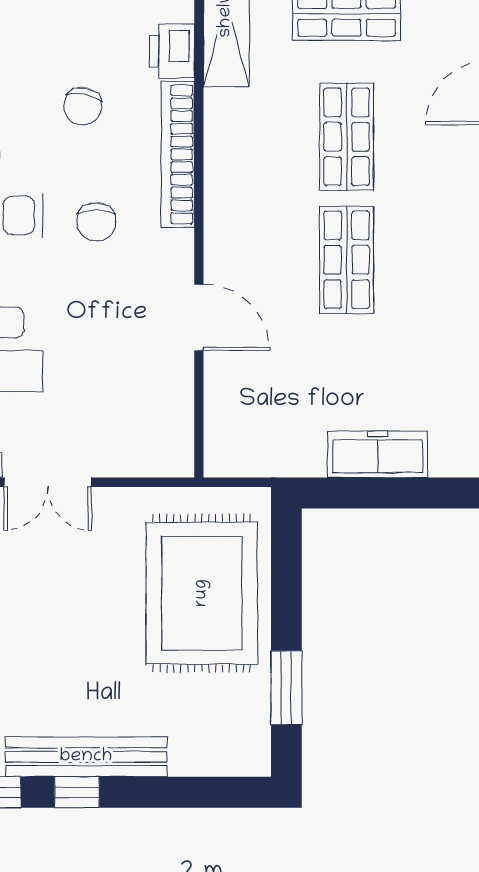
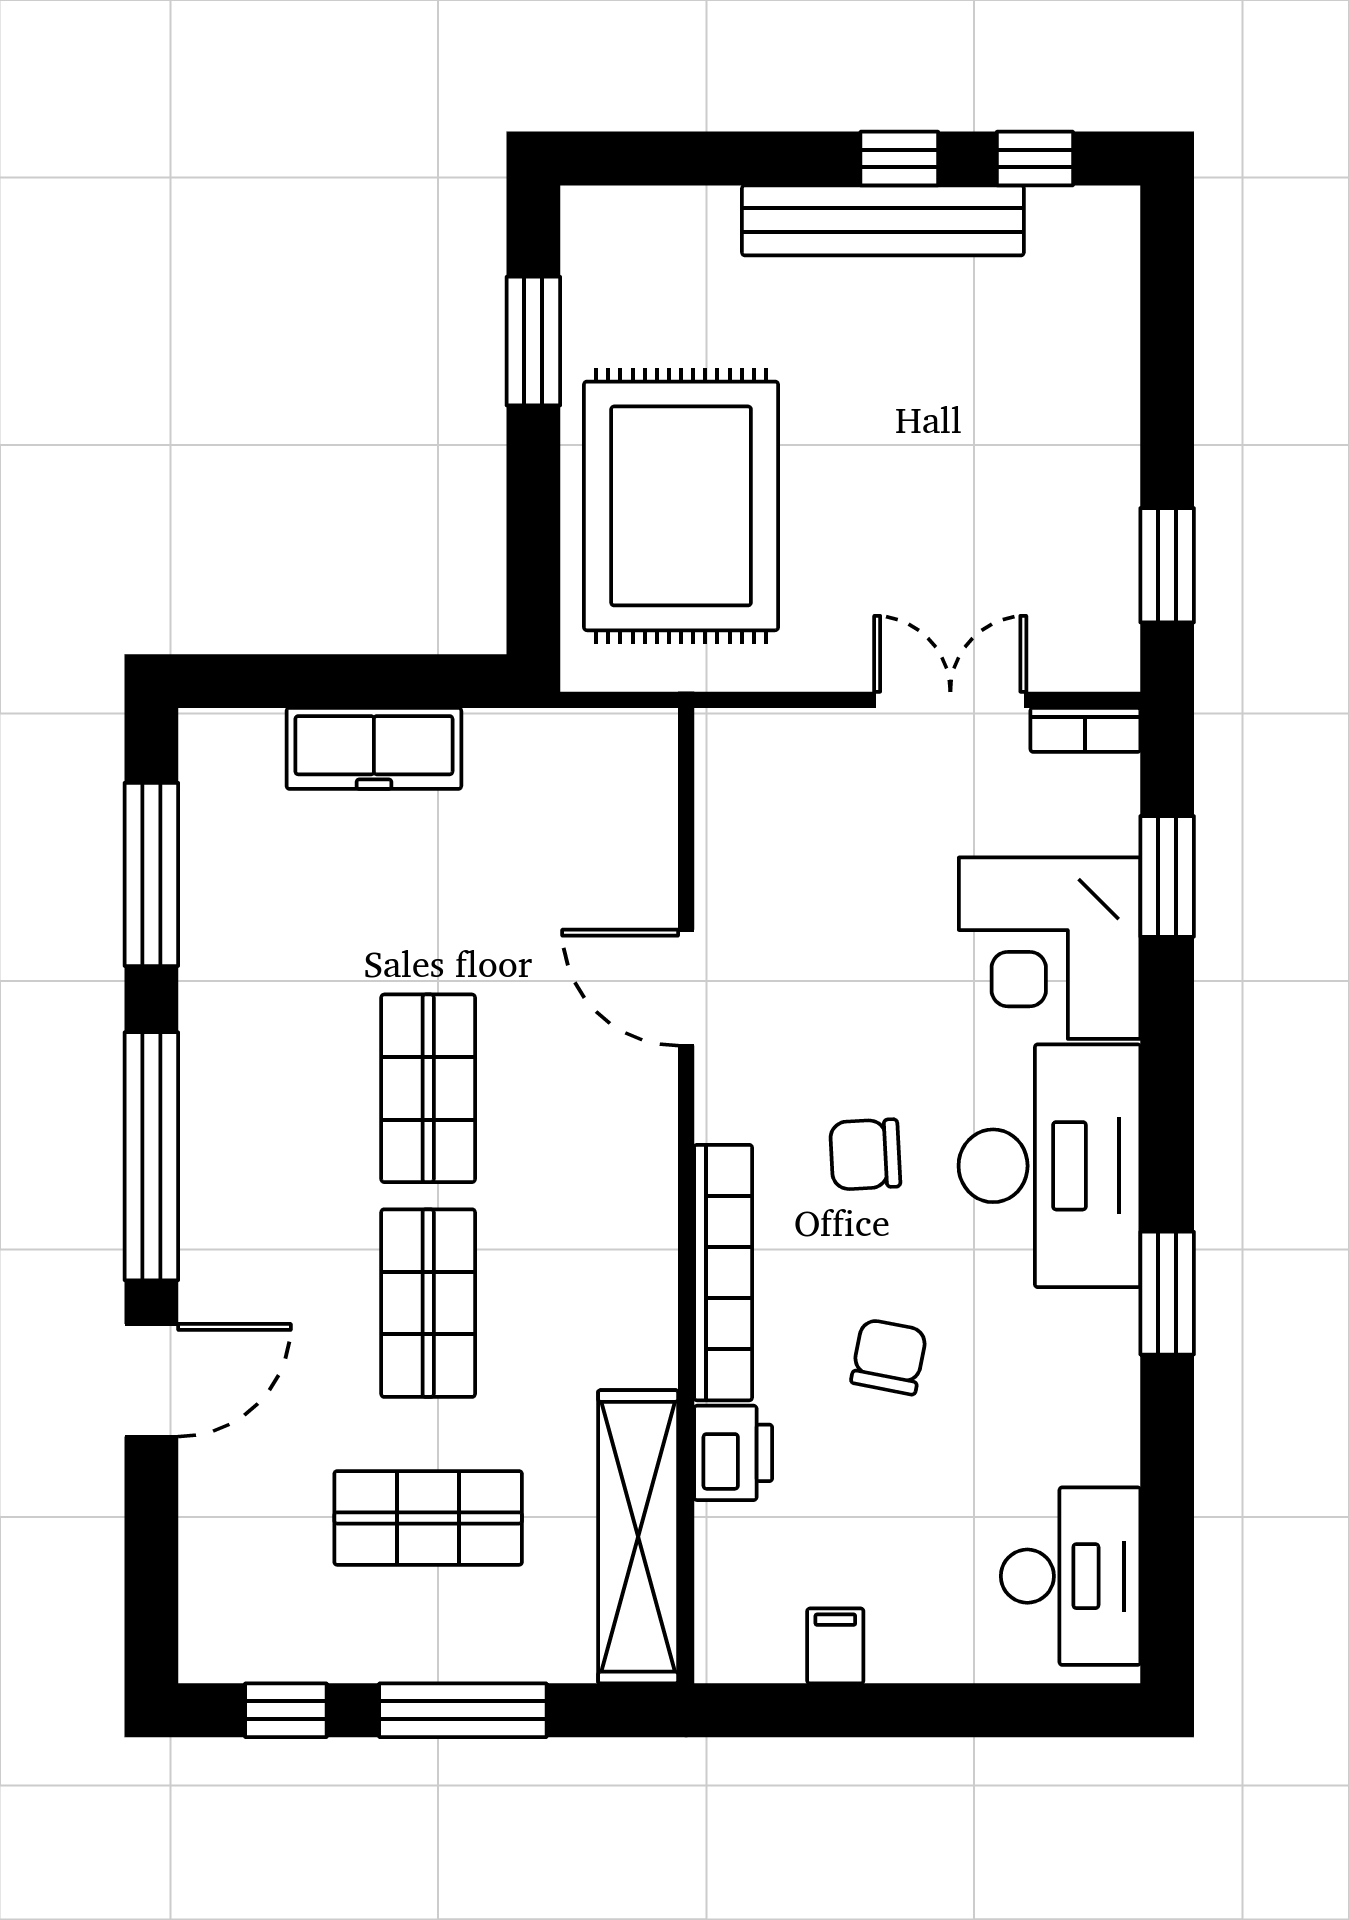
chair: (96, 222) -> (865, 1154), turned -93

